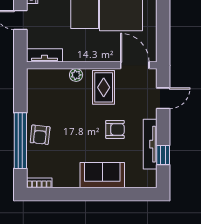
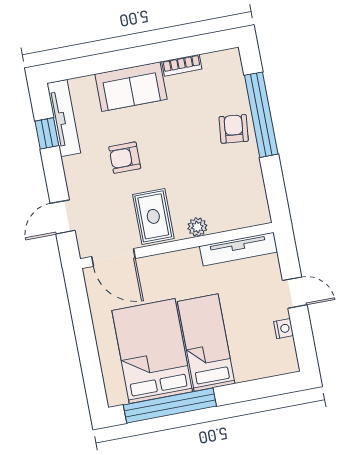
tv unit: (44, 55) -> (239, 249), width x1.41
tv unit: (150, 144) -> (64, 118), moved
bookcase: (39, 183) -> (182, 65), moved

